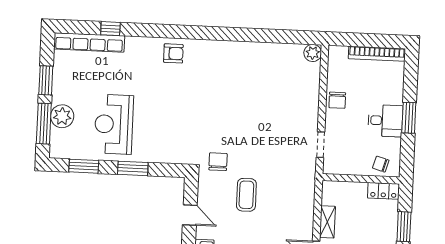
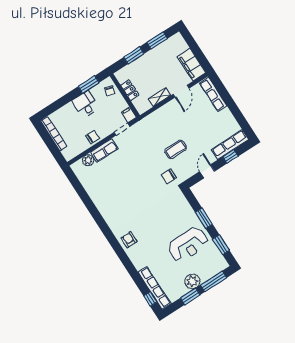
window: (110, 29) -> (150, 299), moved
plant: (313, 53) -> (88, 160), moved
row of seats: (310, 103) -> (104, 150), added
plant: (62, 116) -> (192, 281), moved
window: (409, 118) -> (89, 85), moved
filing cabinet: (333, 167) -> (129, 115), added
locker: (383, 191) -> (130, 90), moved

